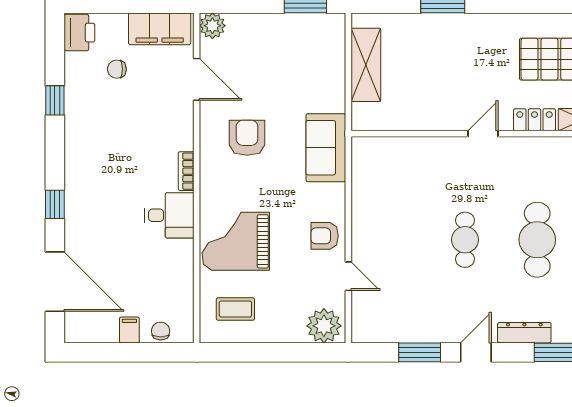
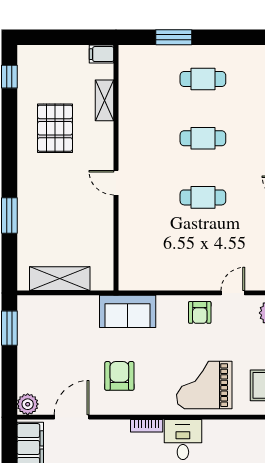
locker: (535, 120) -> (105, 140), removed
armchair: (247, 138) -> (119, 376), turned 90
cafe table: (537, 240) -> (203, 138), width x0.73, depth x0.74
grand piano: (236, 241) -> (204, 385), turned 90

